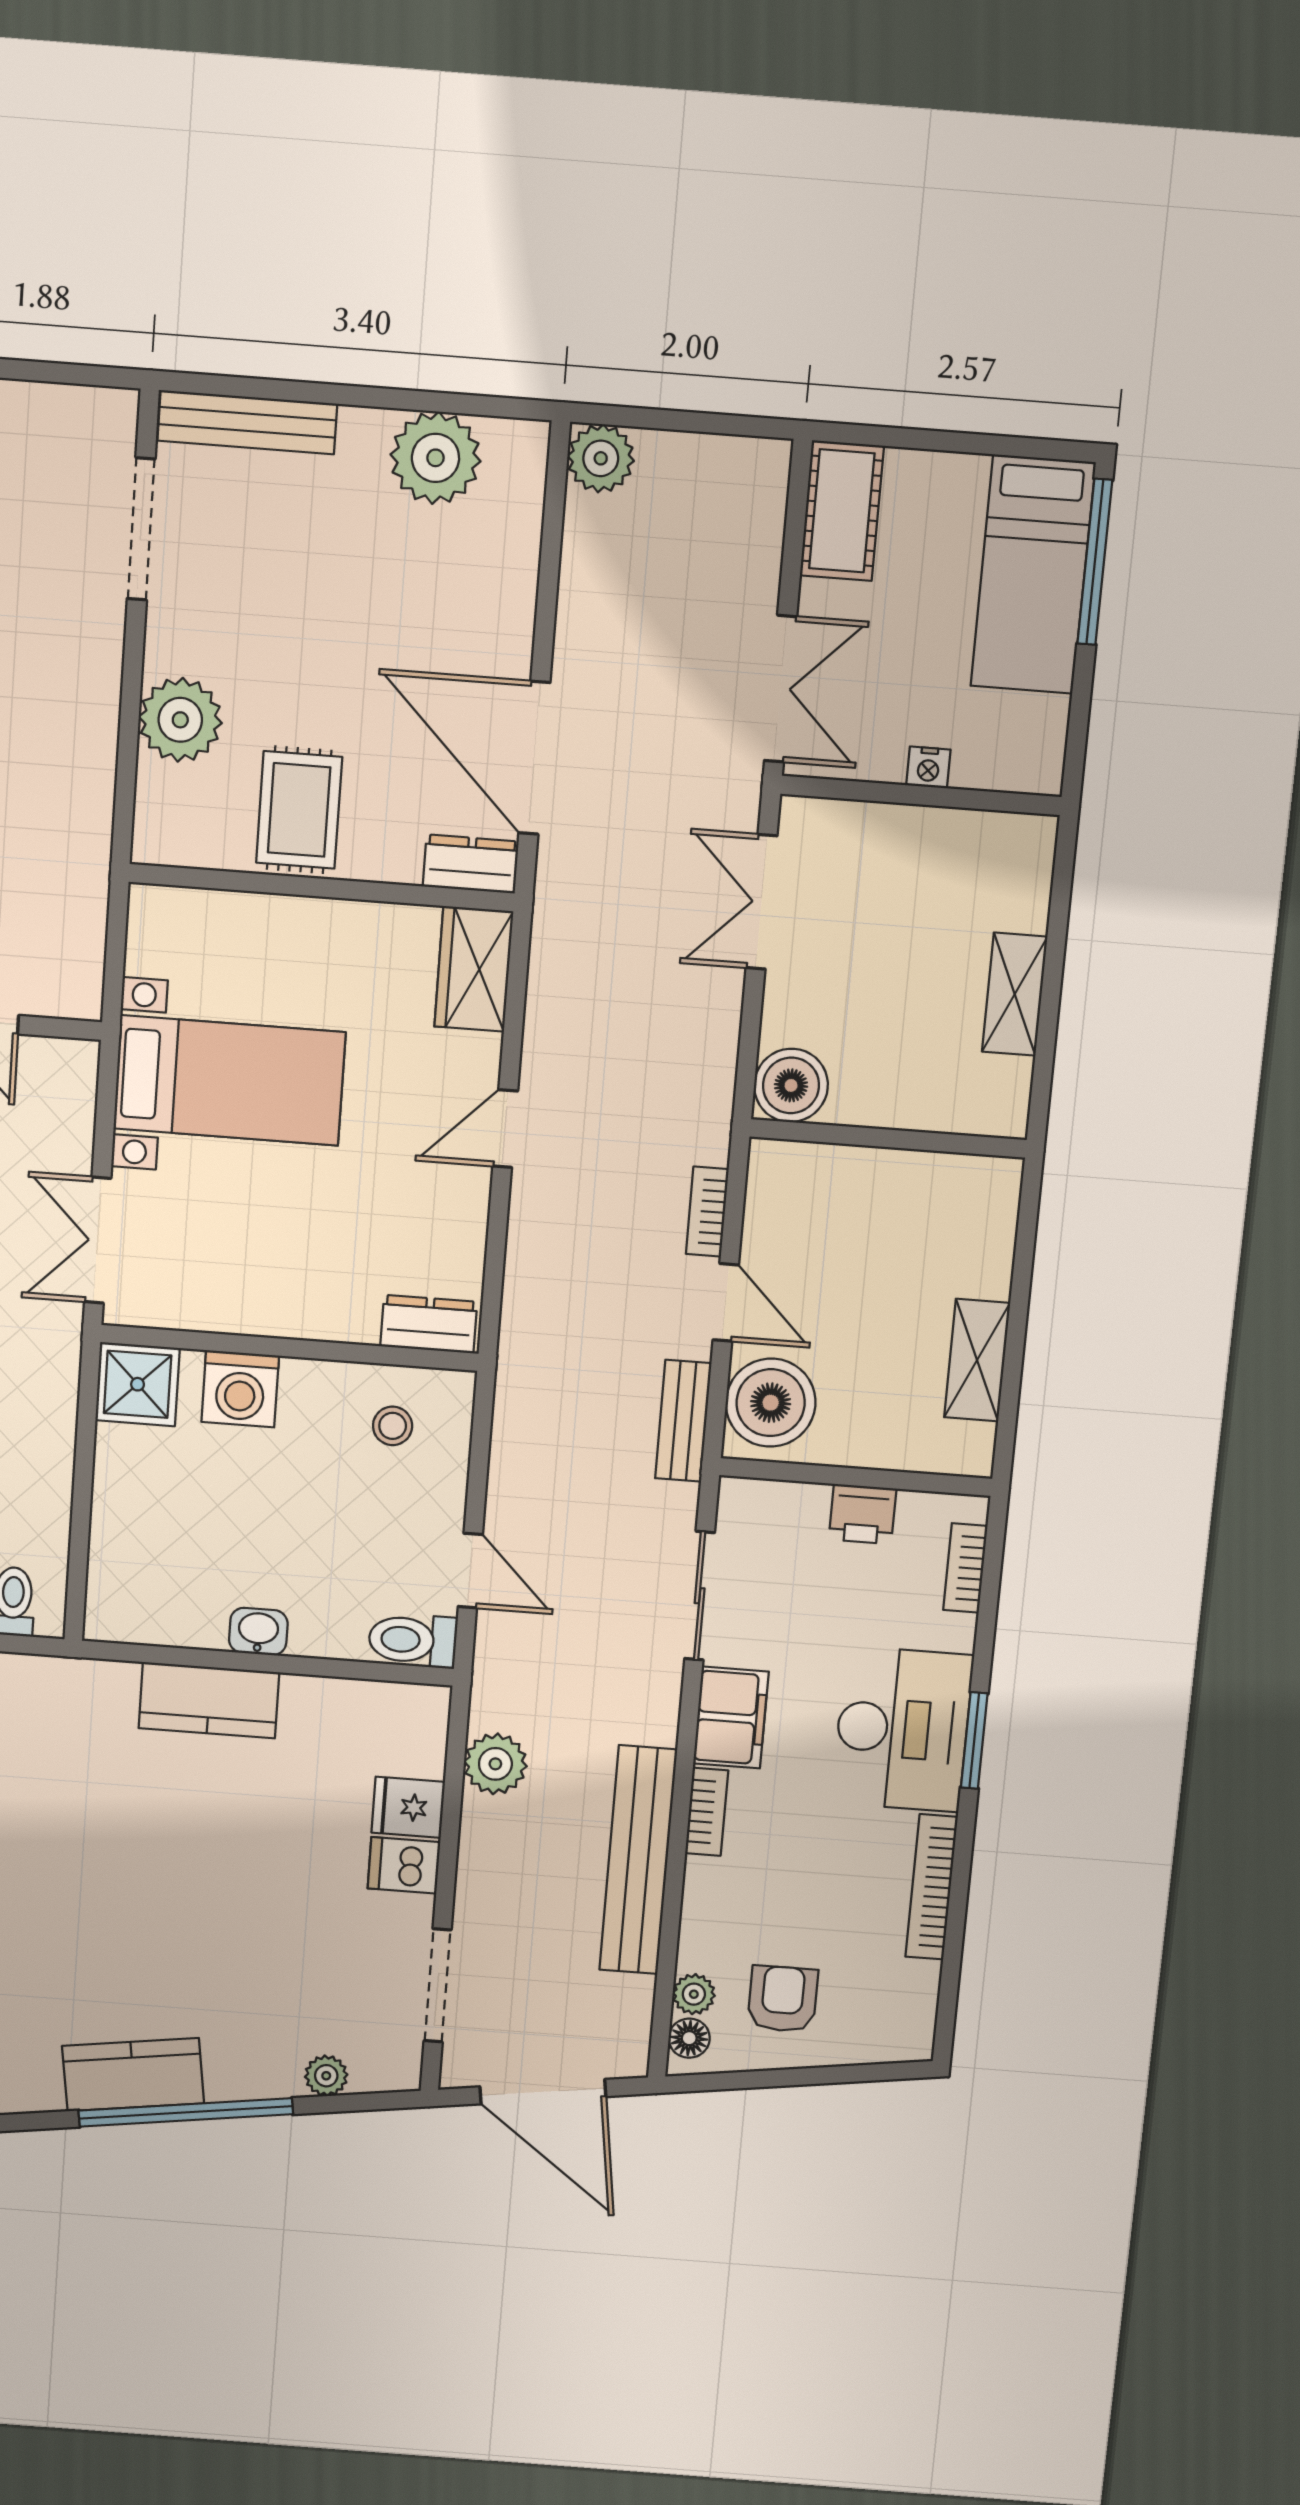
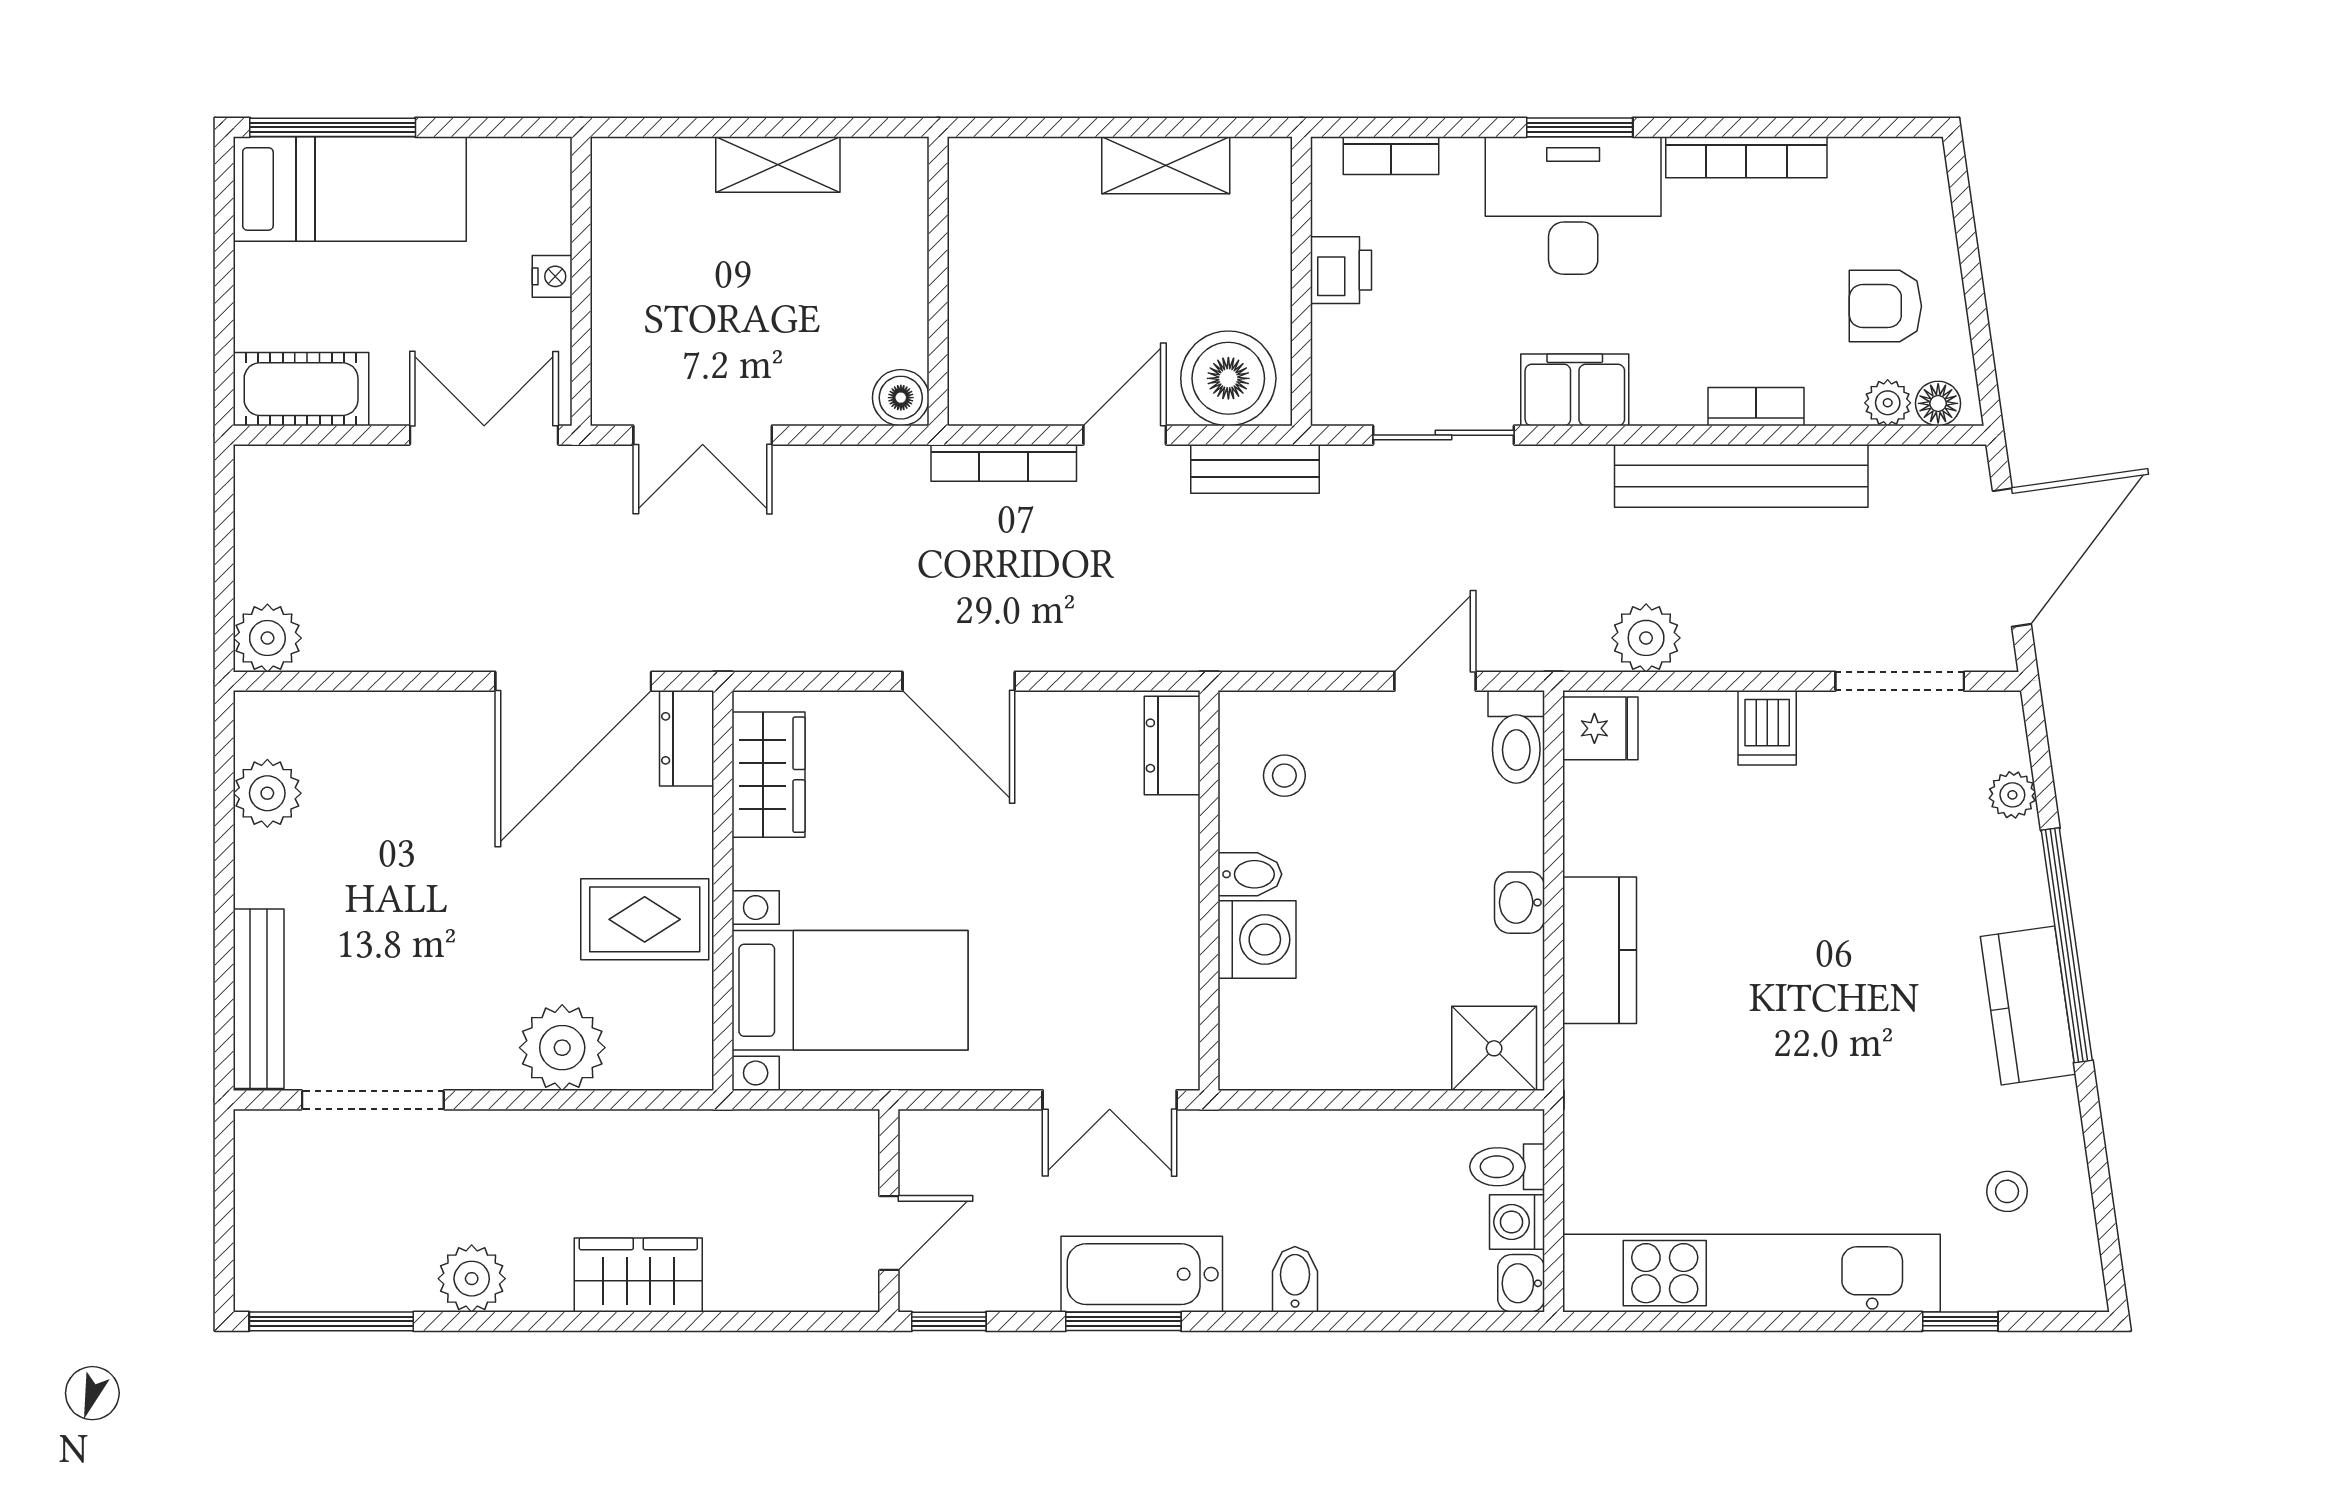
plant: (435, 458) -> (267, 793), width x0.73, depth x0.73
wardrobe: (474, 969) -> (768, 775), moved, turned -90
bed with nightstands: (229, 1080) -> (850, 990), moved, turned 90
boiler: (791, 1085) -> (901, 398), width x0.73, depth x0.73
door: (505, 1129) -> (959, 681), width x1.38
bookcase: (707, 1212) -> (1004, 463), width x1.56
shower: (138, 1384) -> (1494, 1048), moved
bidet: (302, 1387) -> (1250, 874), added
fridge: (408, 1807) -> (1600, 728), moved, turned -90
bookcase: (707, 1812) -> (1756, 407), moved

